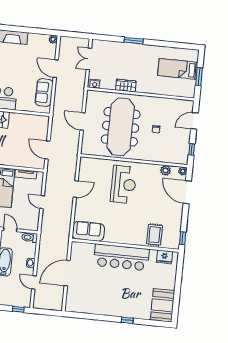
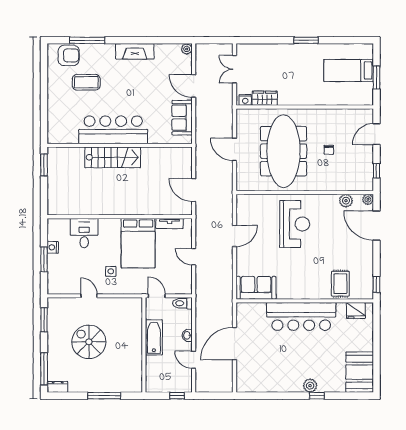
window: (134, 41) -> (306, 40), moved
wardrobe: (126, 86) -> (265, 98), moved
plant: (123, 312) -> (310, 386), added

